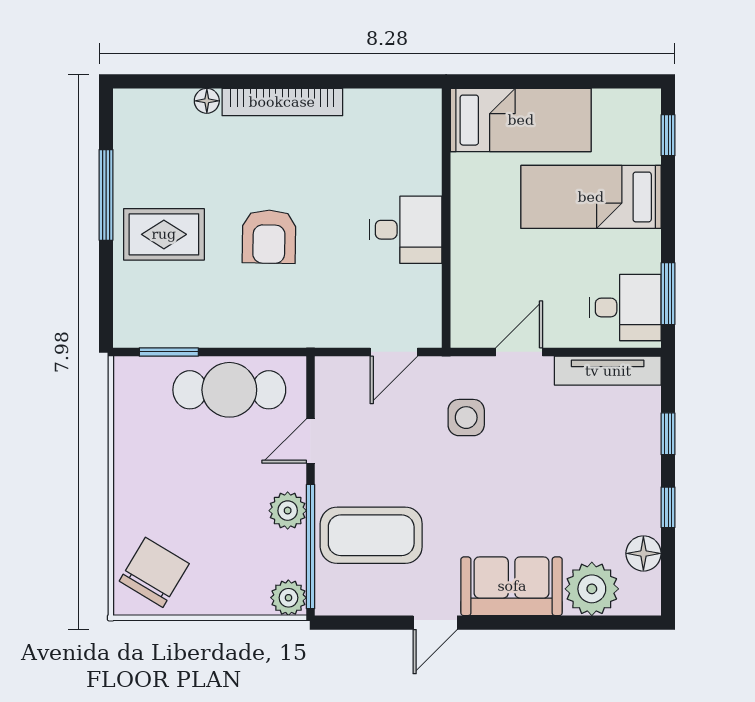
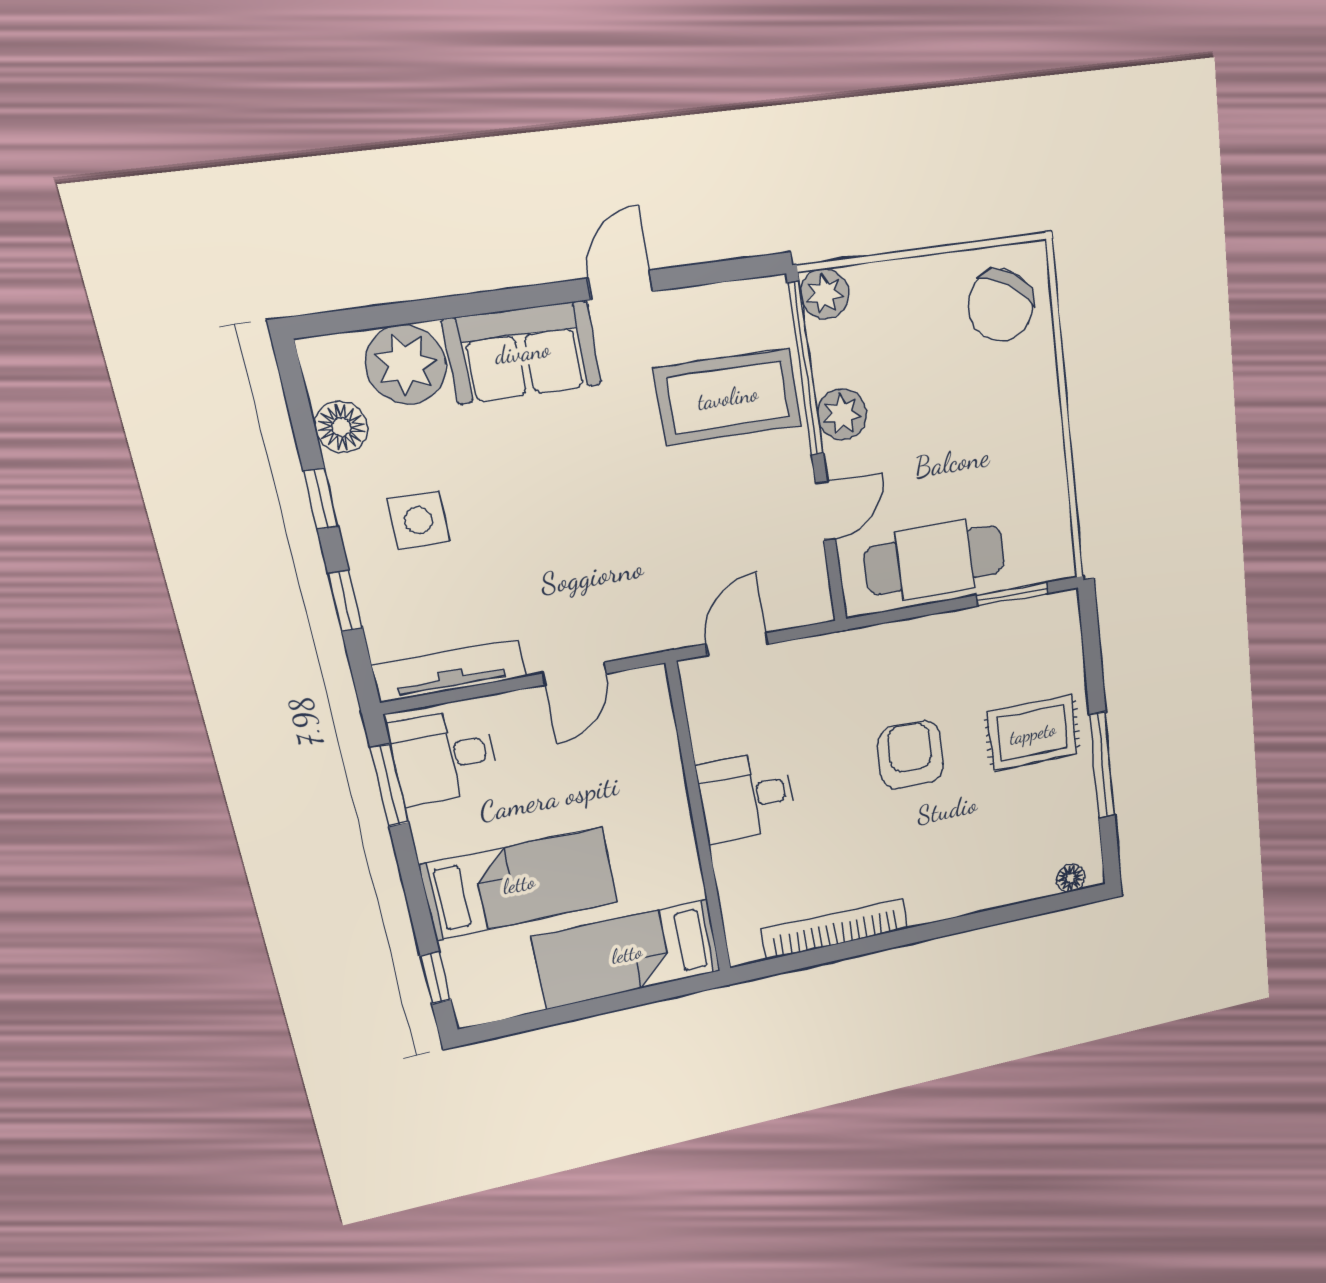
floor lamp: (207, 101) -> (1071, 878), moved
bookcase: (282, 102) -> (835, 929), moved
side table: (466, 418) -> (418, 520), moved

